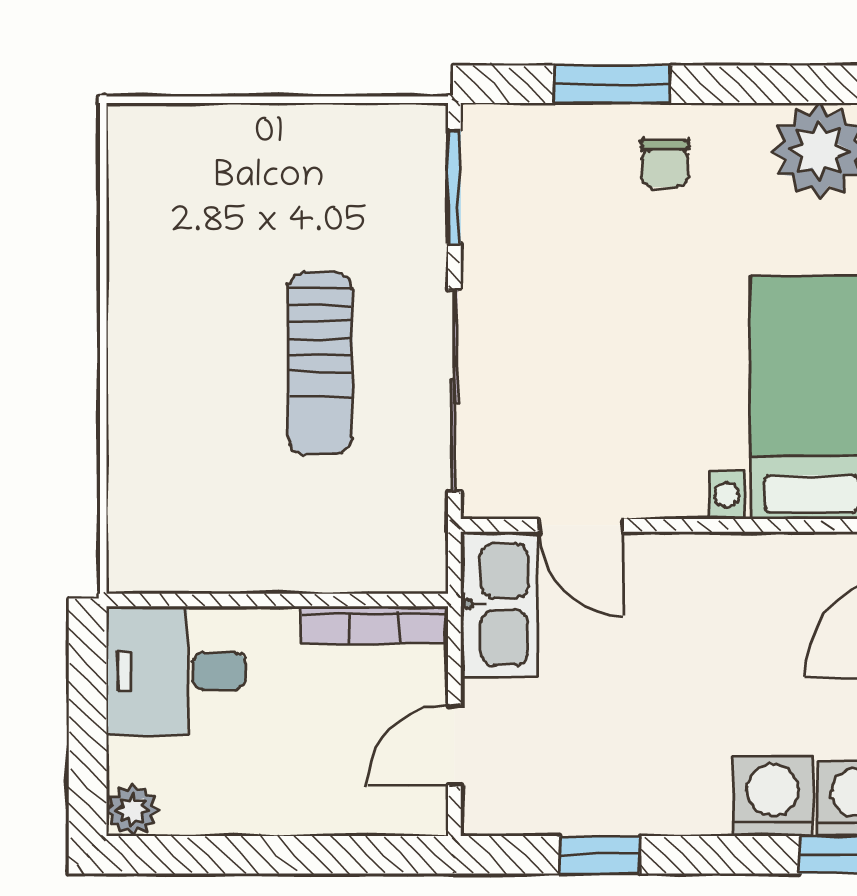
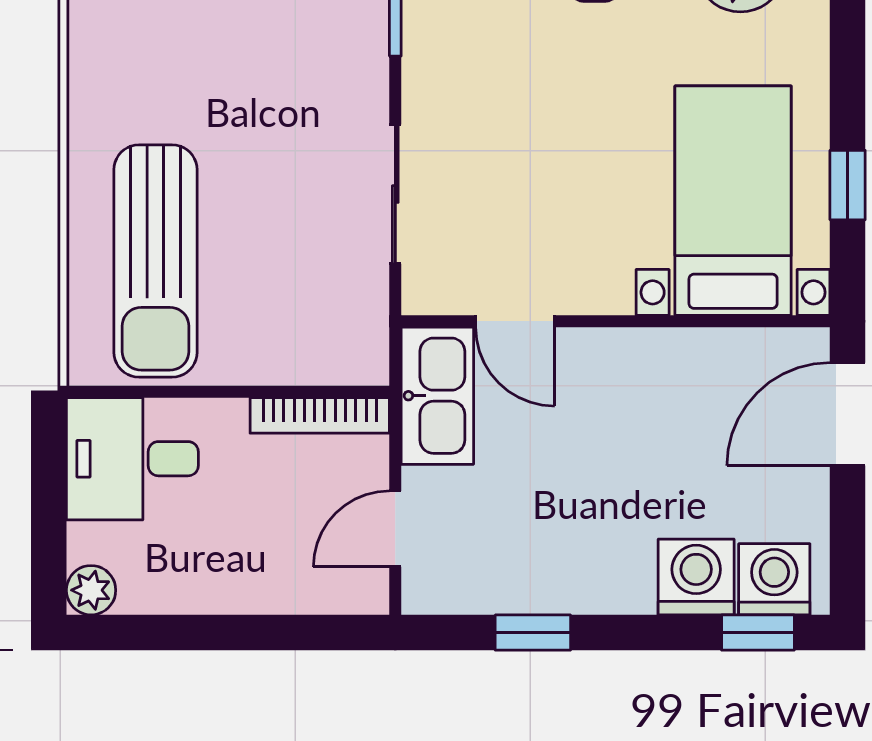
sun lounger: (320, 363) -> (156, 261), moved, width x1.36, depth x1.34
sliding door: (454, 391) -> (395, 194), width x0.73

